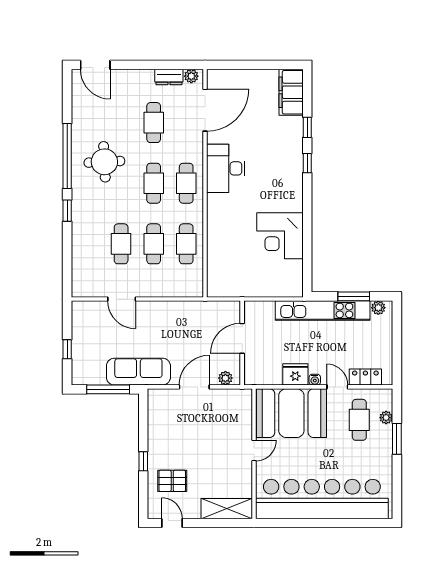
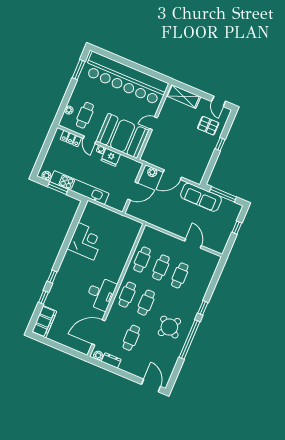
round table: (104, 162) -> (169, 327), turned 35
window: (397, 439) -> (79, 70), moved

